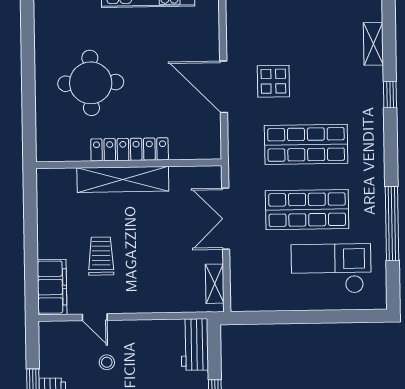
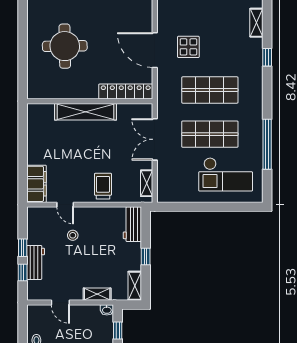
locker: (130, 149) -> (126, 92), moved
trolley: (101, 256) -> (103, 186), moved
checkout: (331, 269) -> (226, 174), turned 180

